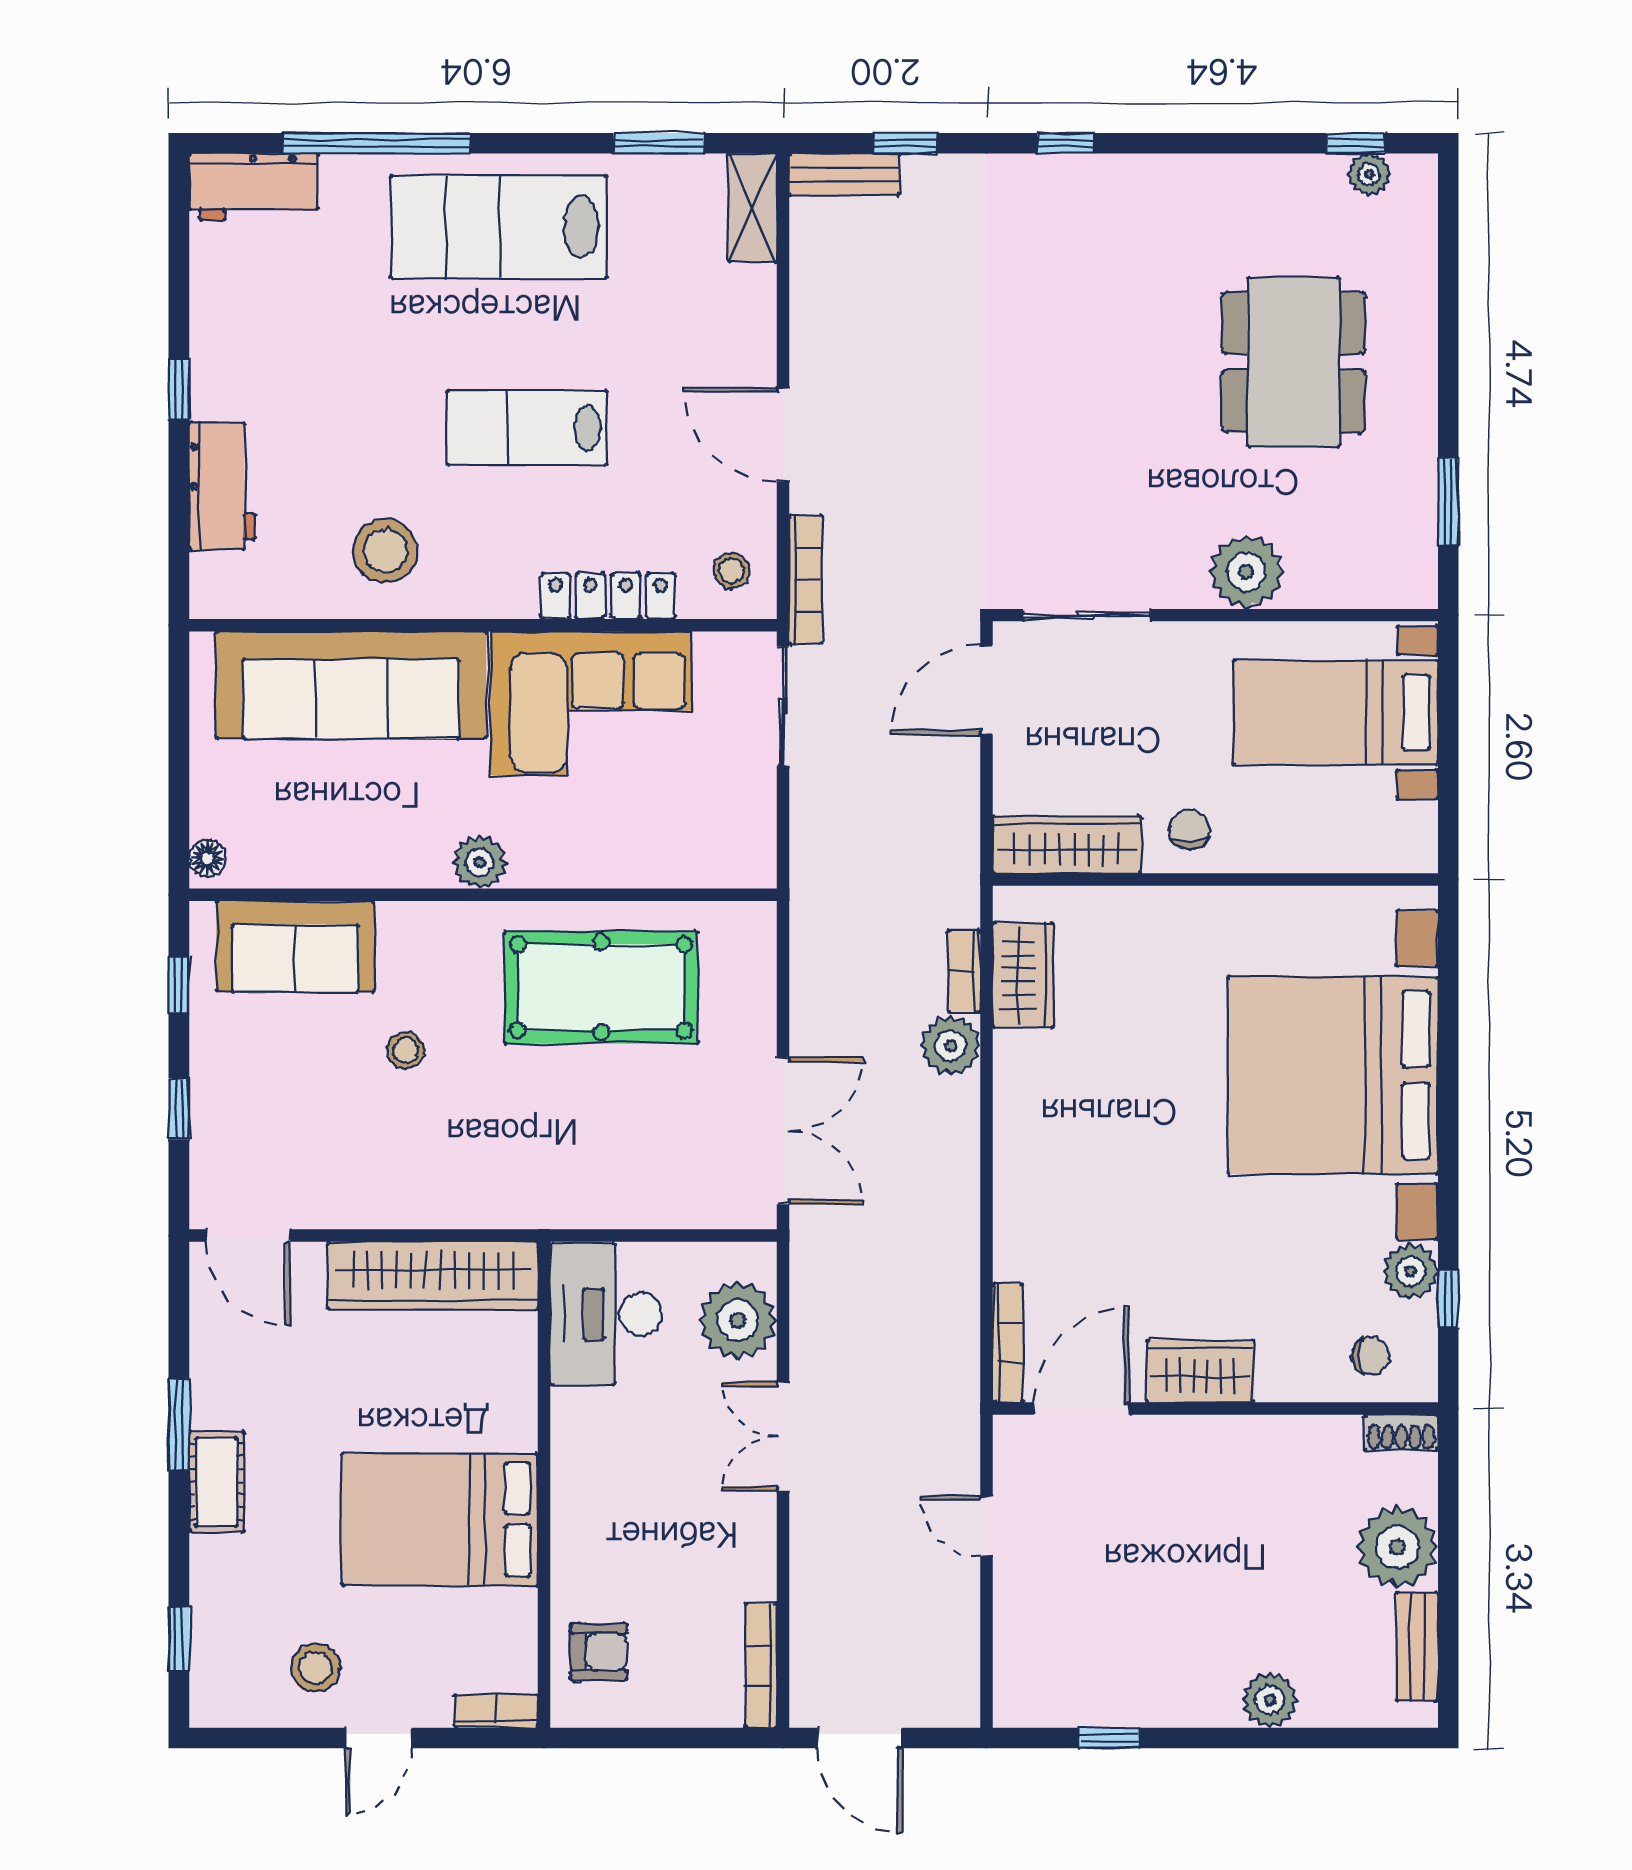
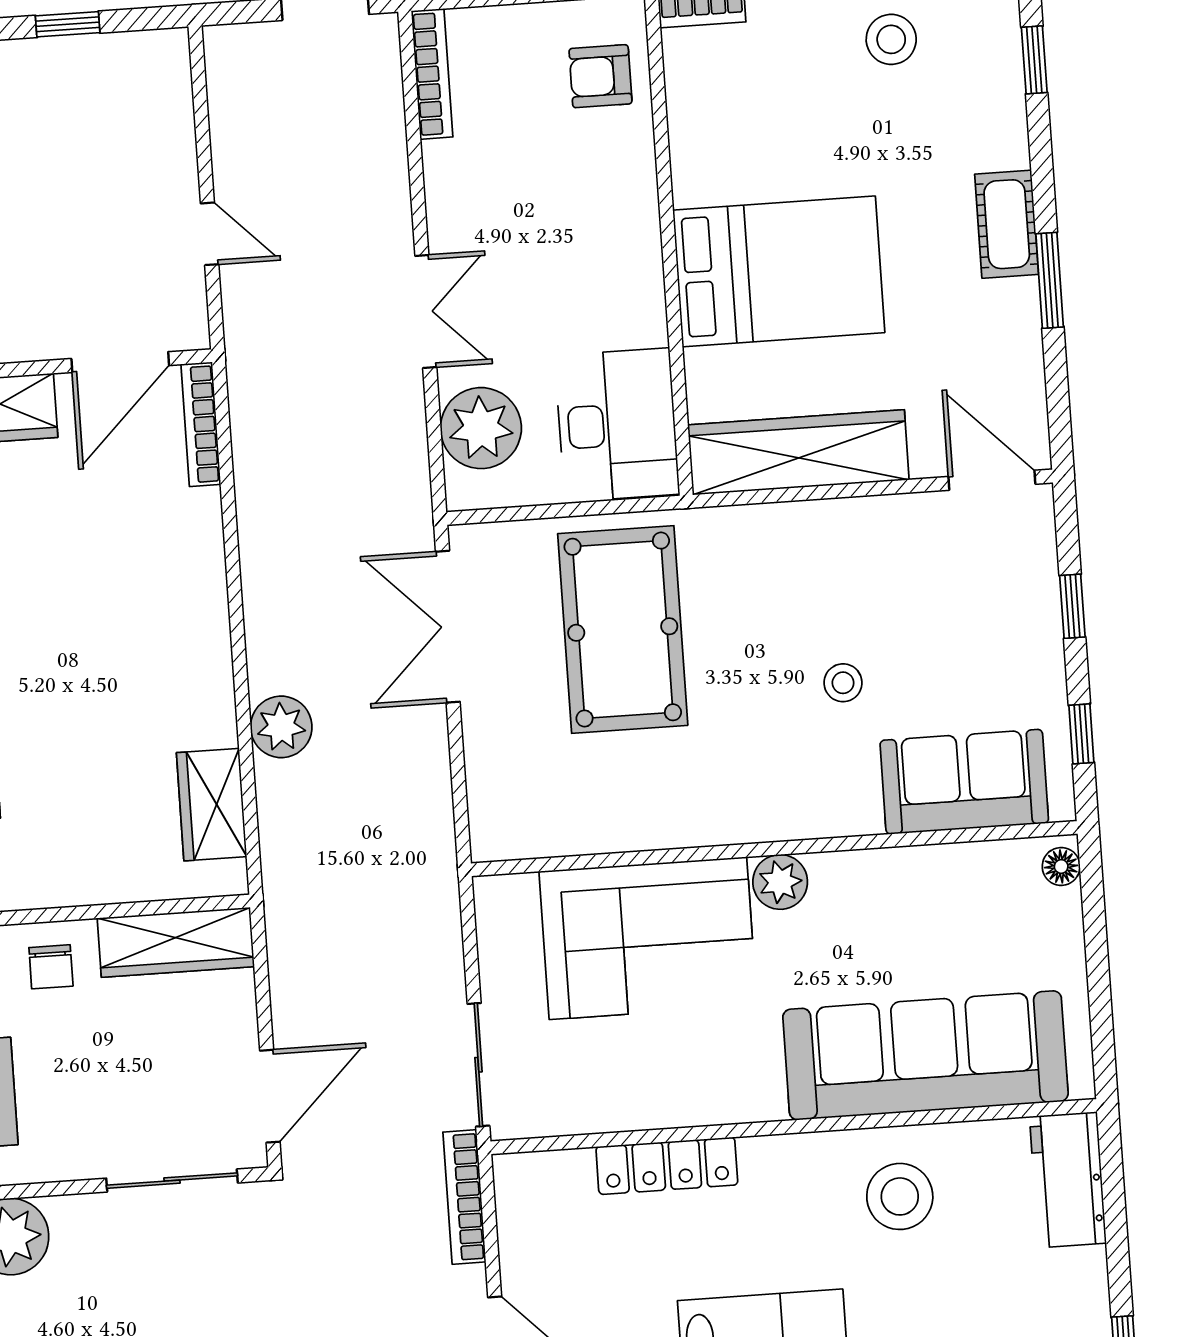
workbench: (222, 486) -> (1068, 1180), moved
stool: (731, 571) -> (541, 1201), removed
corner sofa: (591, 703) -> (648, 938), moved, turned 180
bookcase: (964, 971) -> (273, 805), removed
pool table: (601, 987) -> (623, 630), moved, turned 90
bed: (440, 1519) -> (779, 271), moved

